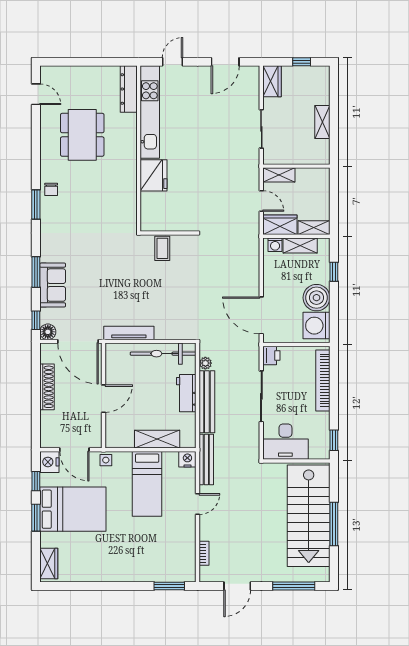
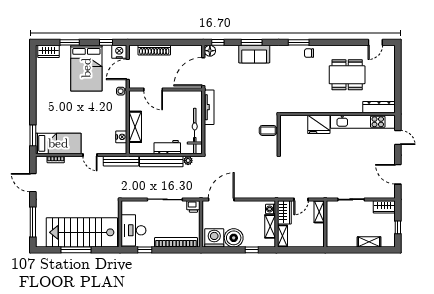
shelving: (322, 122) -> (369, 242), moved
sofa: (53, 285) -> (254, 54), moved
shoe rack: (47, 387) -> (154, 50), moved
door: (104, 399) -> (153, 90), moved
window: (334, 440) -> (145, 250), moved
desk: (285, 442) -> (133, 230), moved
nightstand: (187, 459) -> (121, 137), moved
bed: (147, 484) -> (58, 143), moved, turned 180
window: (36, 518) -> (70, 42), moved

